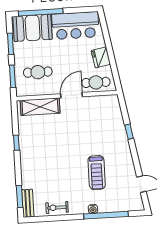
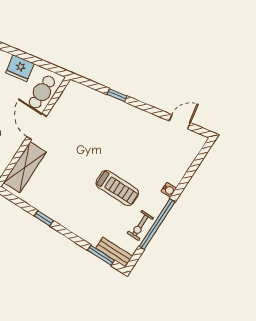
treadmill: (97, 173) -> (117, 188), moved
window: (106, 215) -> (157, 224), moved

